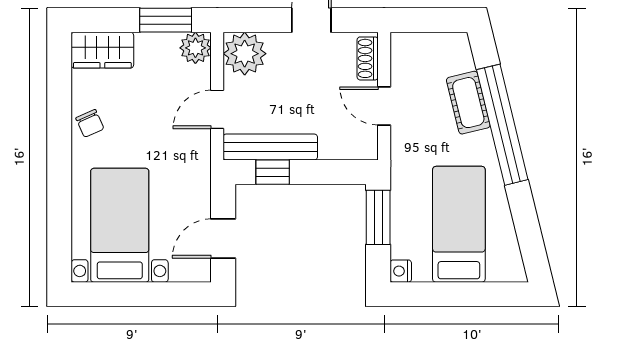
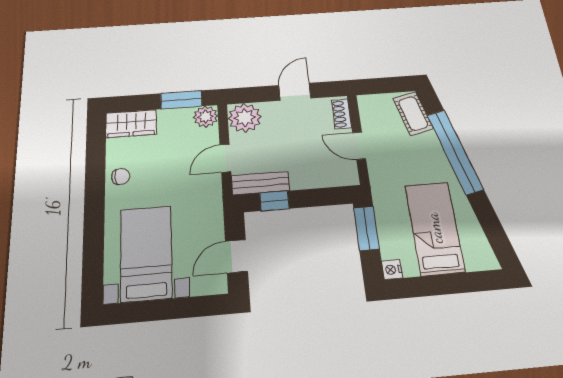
cot: (468, 103) -> (413, 113), moved
chair: (90, 123) -> (121, 176), turned -70
bench: (270, 147) -> (260, 183), width x0.73

